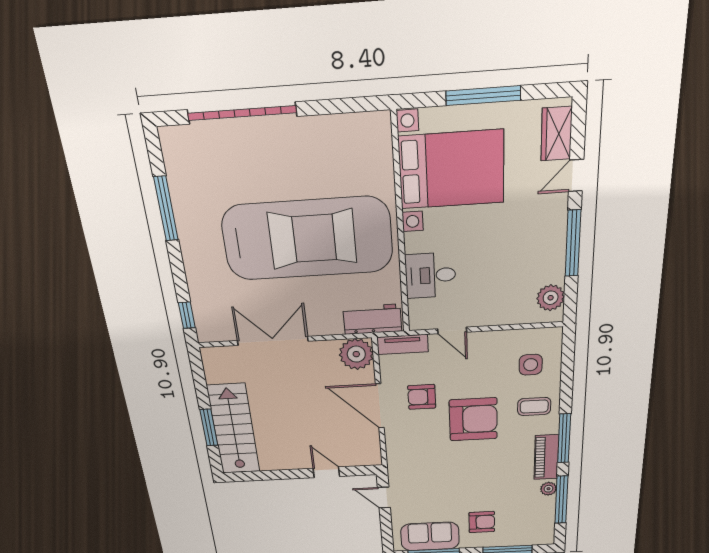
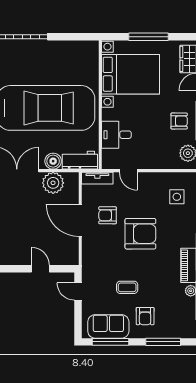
armchair: (537, 246) -> (179, 121), added
boiler: (329, 323) -> (53, 161), added
plant: (356, 354) -> (53, 183), moved
coffee table: (534, 406) -> (127, 287), moved
armchair: (482, 522) -> (145, 316), turned 90

